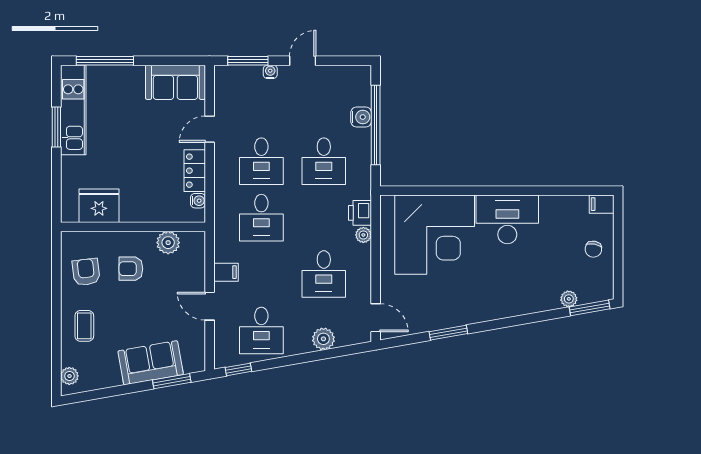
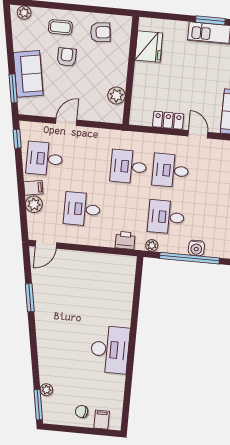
water cooler: (198, 201) -> (146, 121), removed
filing cabinet: (602, 204) -> (102, 420), moved
plant: (363, 235) -> (152, 245), moved
corner desk: (435, 235) -> (104, 294), removed
armchair: (131, 269) -> (67, 57), moved
filing cabinet: (226, 272) -> (33, 188), moved, turned -100

